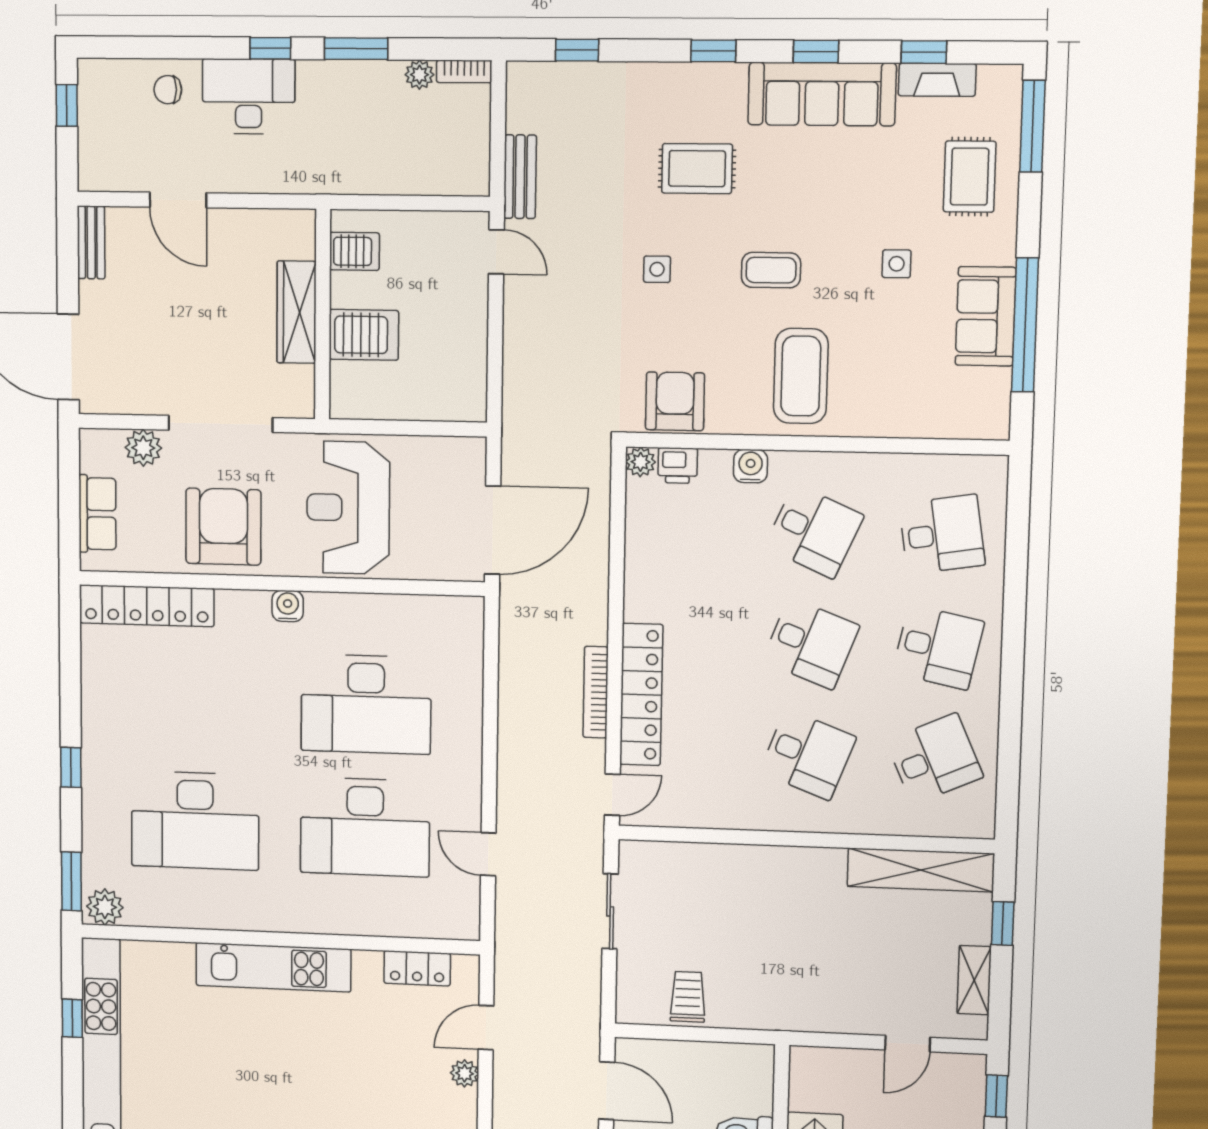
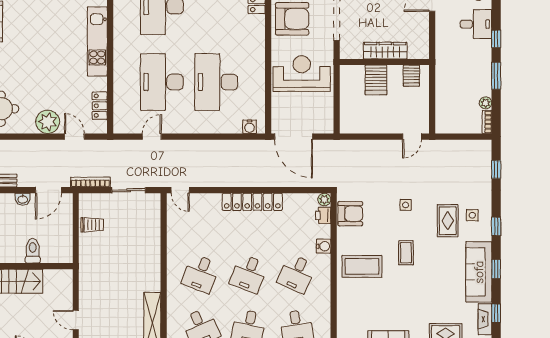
desk: (249, 96) -> (476, 24), width x0.73
bench: (520, 177) -> (444, 146), removed
side table: (897, 264) -> (472, 215), moved
water cooler: (288, 606) -> (250, 127), moved, turned 90
bookcase: (596, 692) -> (90, 182), moved
locker: (641, 695) -> (252, 202), moved
plant: (465, 1073) -> (48, 122), width x1.87, depth x1.87

